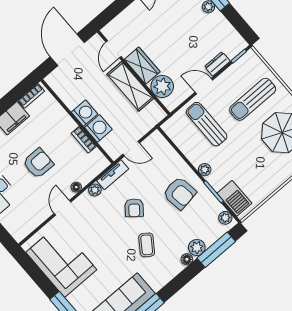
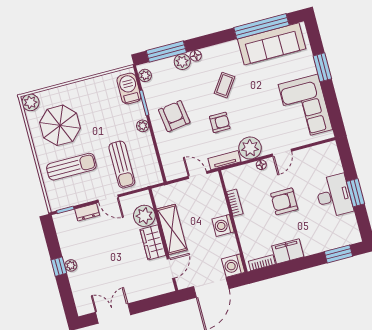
washing machine: (98, 128) -> (233, 266), moved
plant: (95, 190) -> (250, 148), width x1.88, depth x1.88
armchair: (134, 208) -> (220, 122), turned 51

